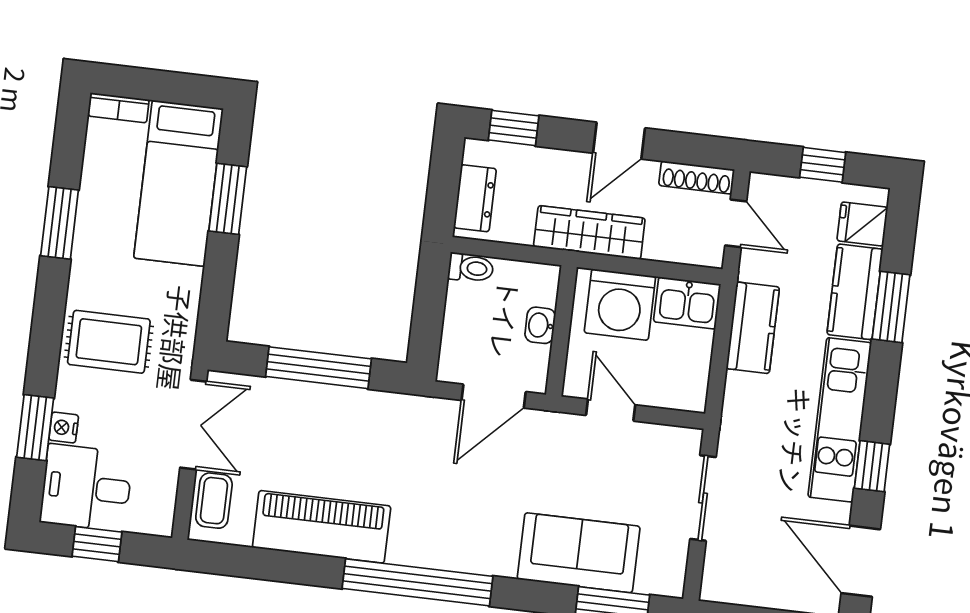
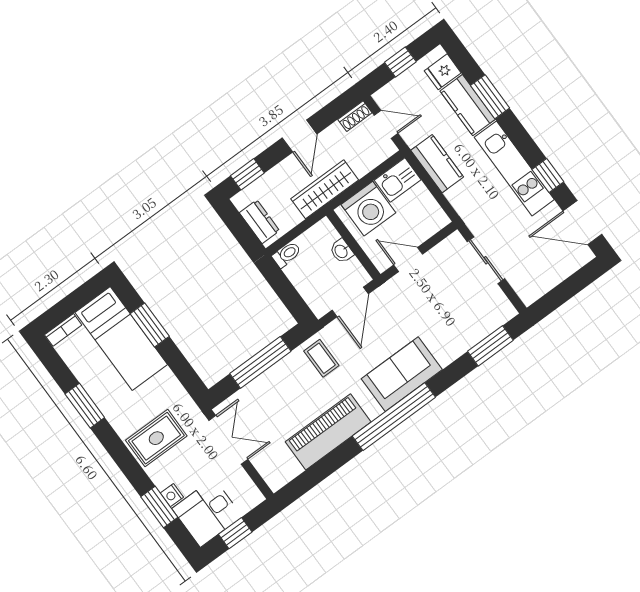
shoe rack: (697, 177) -> (355, 116), width x0.70
coffee table: (214, 501) -> (321, 358), moved
sofa: (579, 553) -> (402, 374), moved

